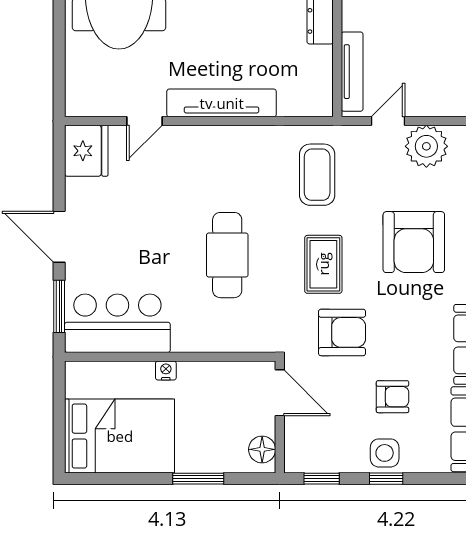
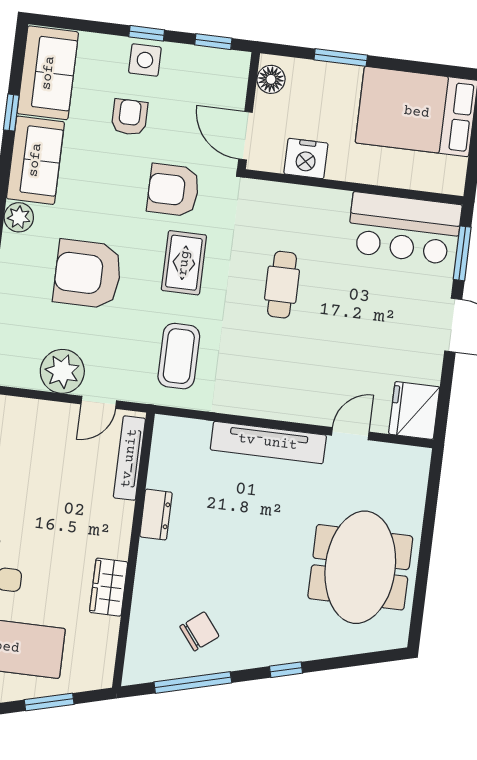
armchair: (414, 242) -> (88, 274), turned -90
cafe table: (227, 255) -> (282, 285), width x0.73, depth x0.74
nightstand: (166, 370) -> (306, 158), moved, width x1.89, depth x1.79
armchair: (393, 397) -> (130, 117), turned 90

